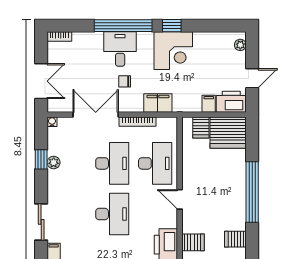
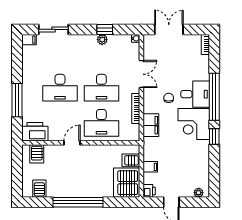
corner desk: (173, 51) -> (194, 124), moved
double door: (41, 81) -> (169, 29), swing flipped
printer: (231, 102) -> (149, 191), width x0.53, depth x0.68
double door: (96, 115) -> (141, 74), width x0.73

